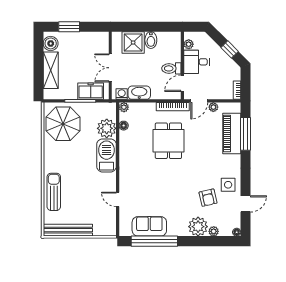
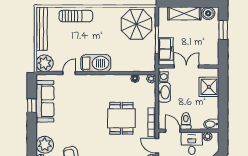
bidet: (151, 40) -> (211, 124), moved
plant: (107, 128) -> (45, 63), moved
dining table: (168, 141) -> (121, 118), turned 90
barbecue: (107, 155) -> (96, 63), moved
sofa: (149, 226) -> (45, 101), width x1.36
window: (154, 241) -> (32, 106), width x0.32

